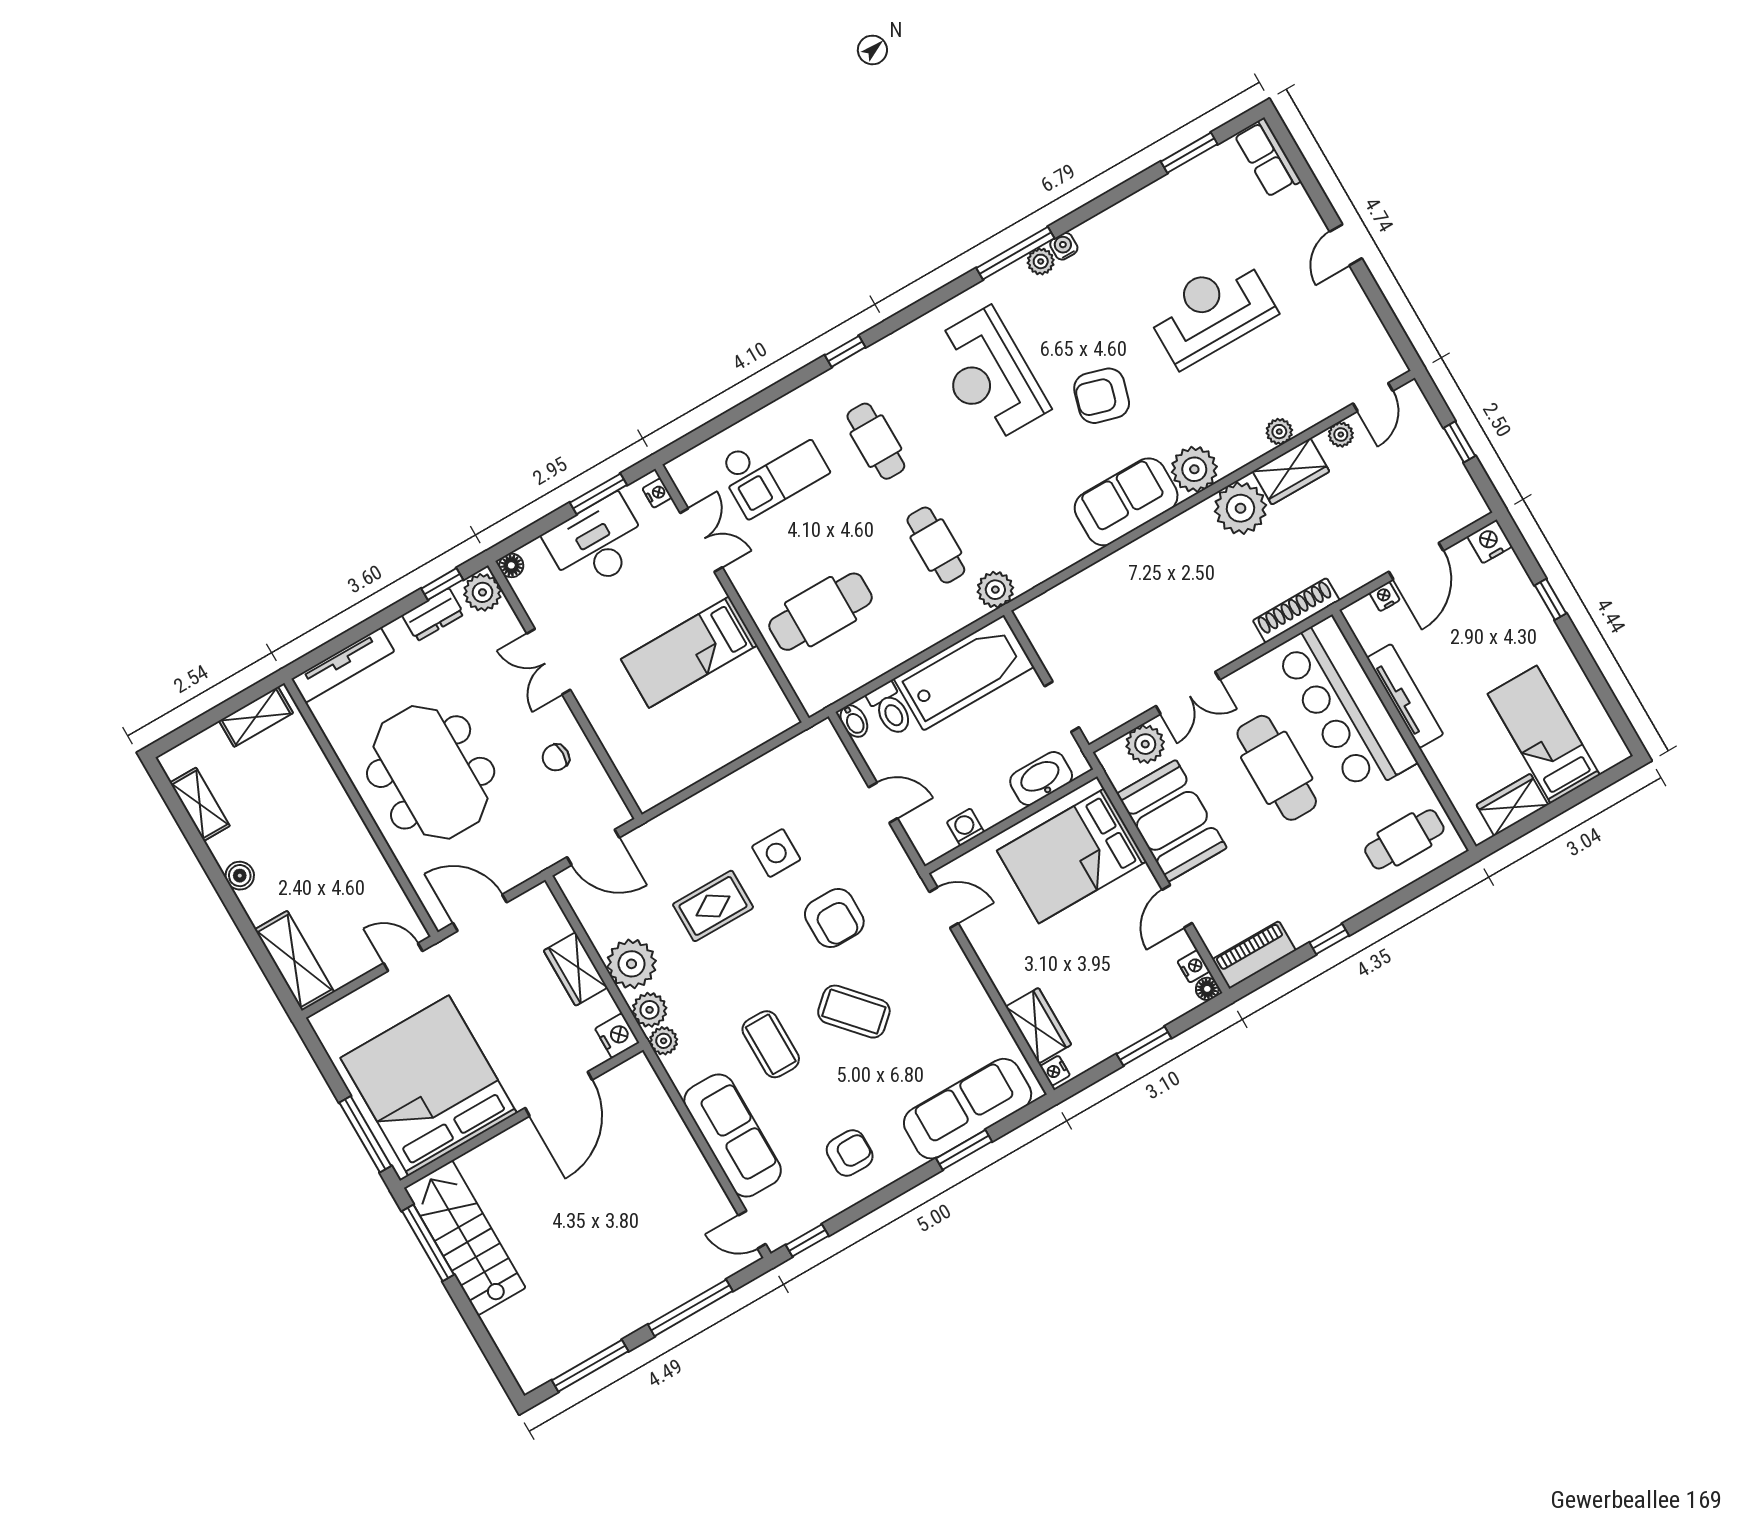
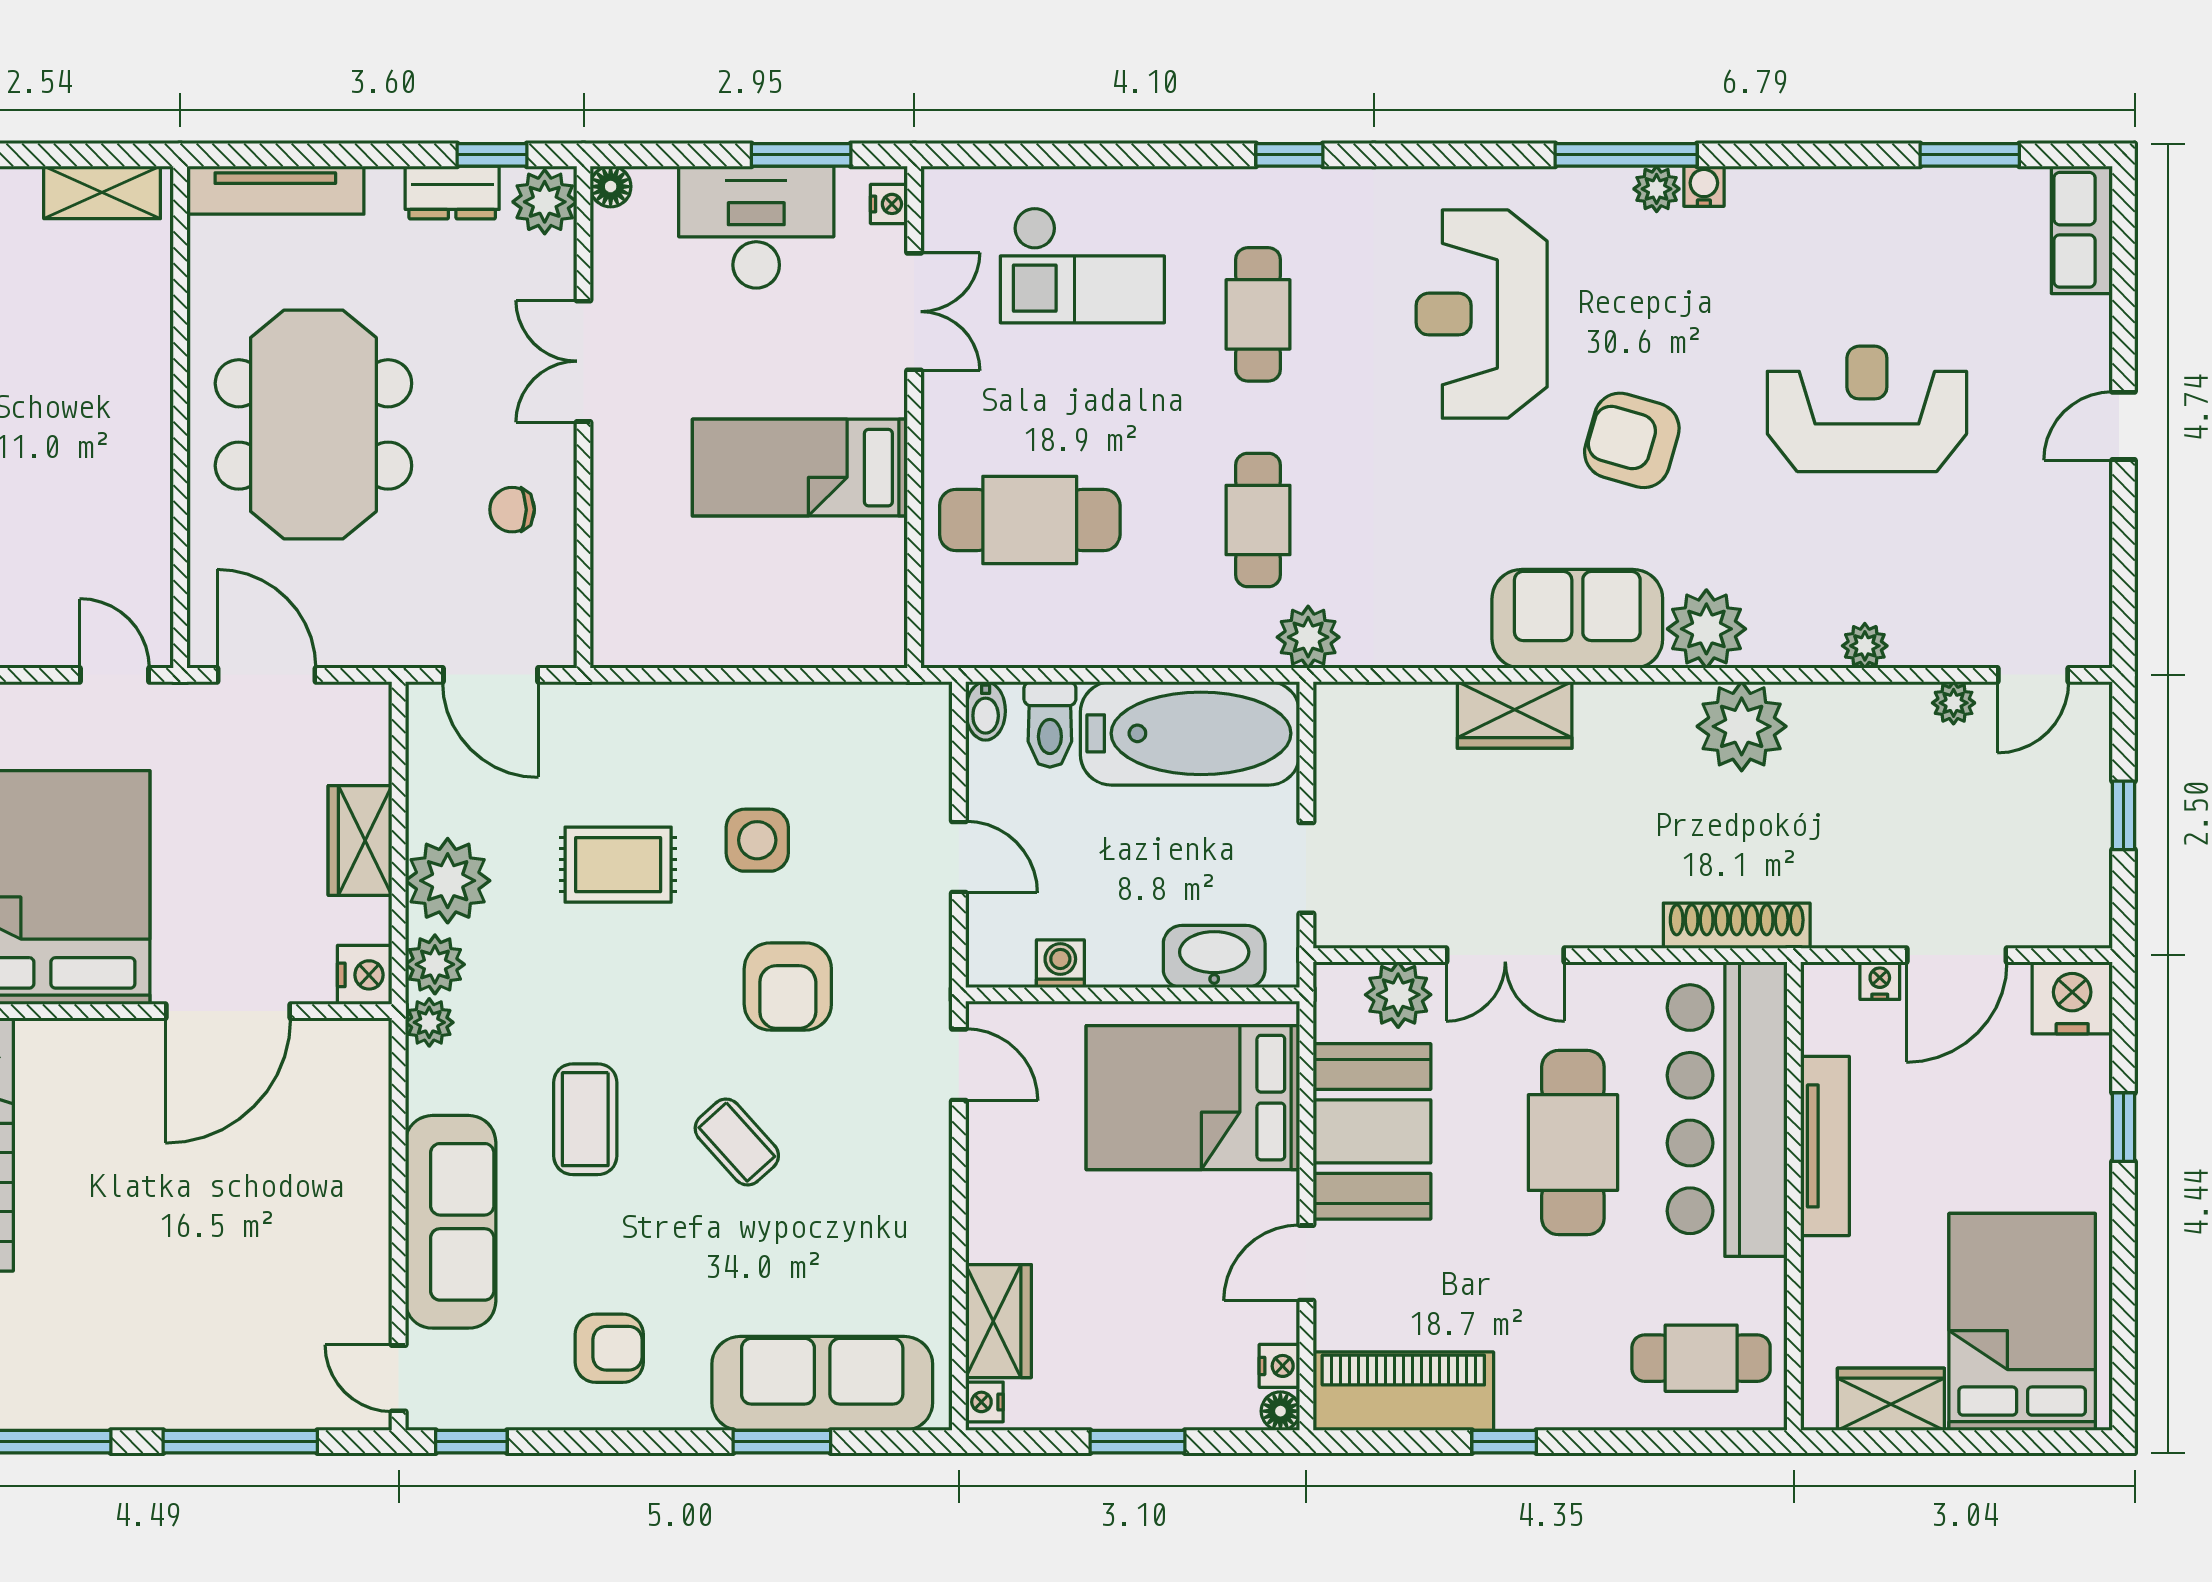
wardrobe: (1291, 471) -> (1515, 715), moved
nightstand: (1490, 541) -> (2072, 998), width x1.36, depth x1.33
bed: (1544, 734) -> (2022, 1322), width x1.50
piano: (1254, 955) -> (1403, 1391), width x1.37, depth x1.33
coffee table: (854, 1012) -> (737, 1142), width x0.73, depth x0.77

